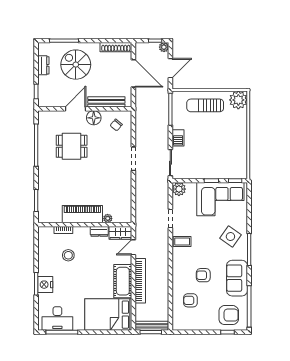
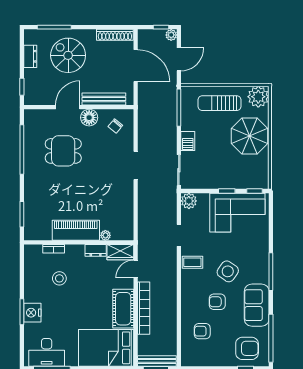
parasol: (231, 133) -> (249, 136), added
side table: (230, 237) -> (228, 271), moved

